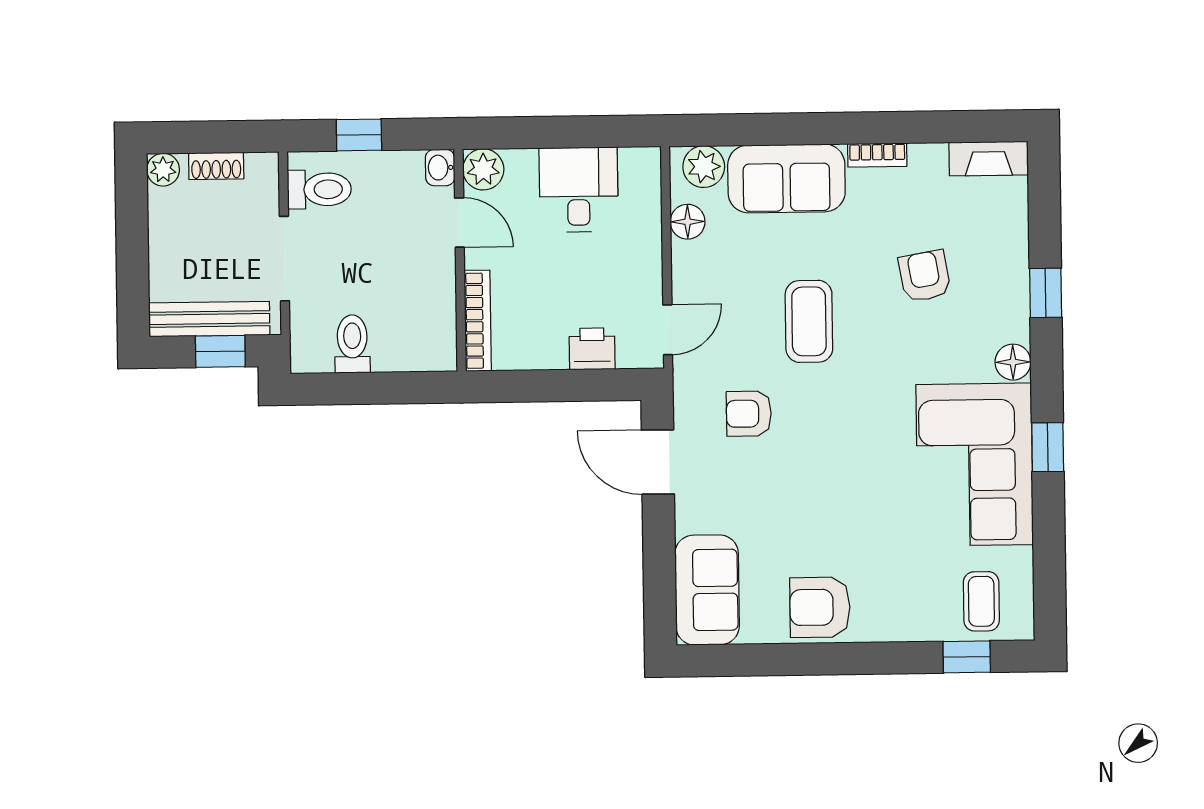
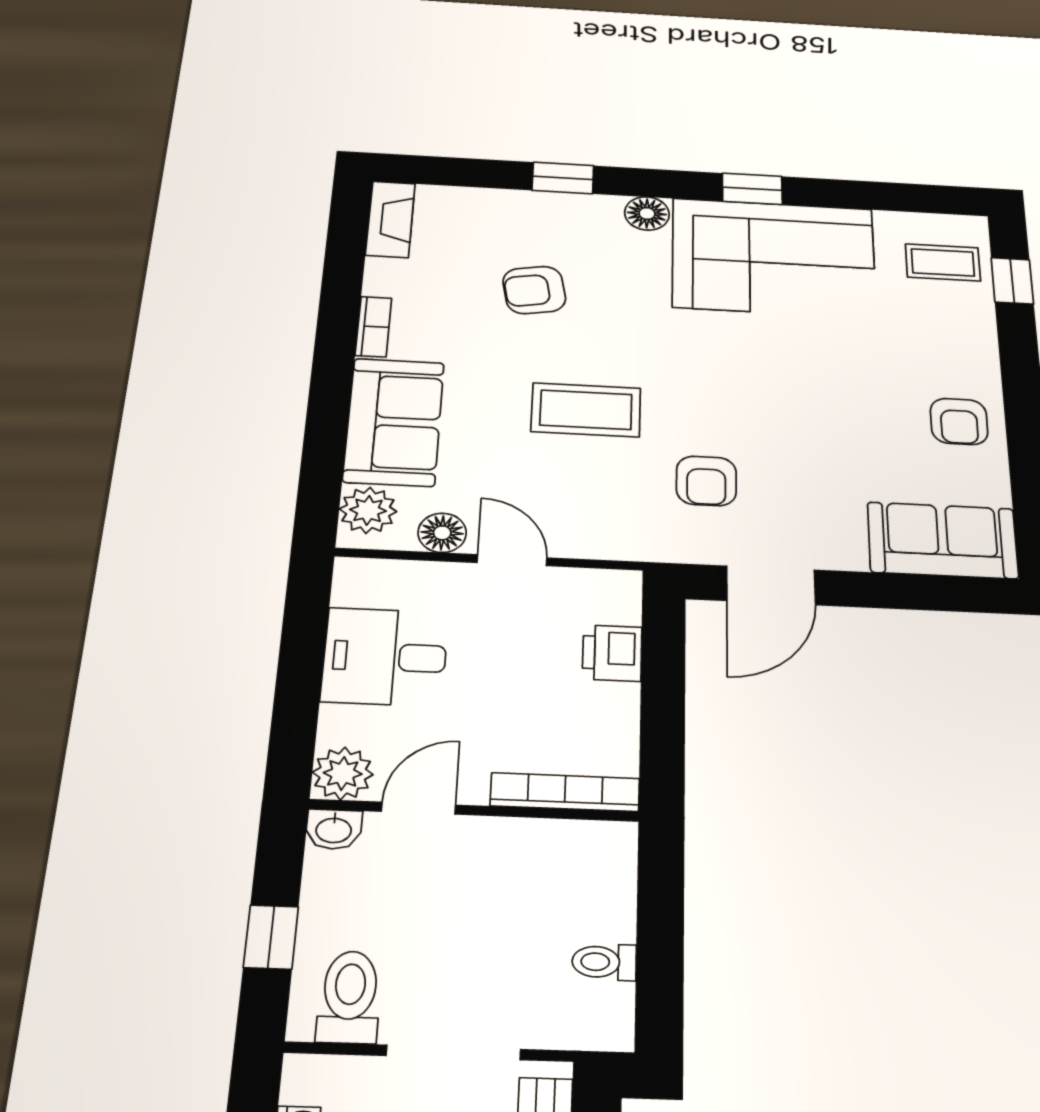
door: (668, 330) -> (512, 560), moved
toilet: (352, 344) -> (604, 962), width x0.73, depth x0.72
armchair: (820, 607) -> (959, 421), width x0.72, depth x0.72

